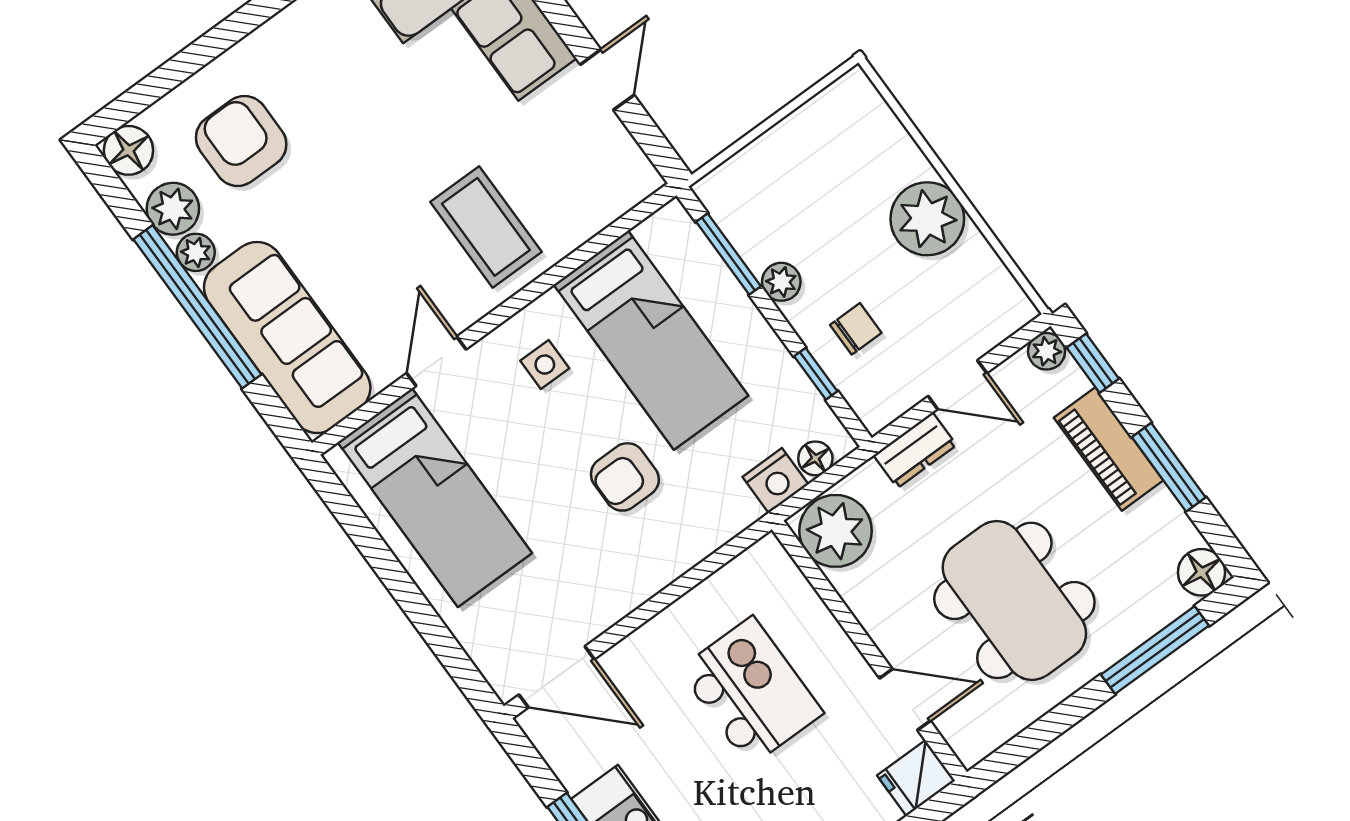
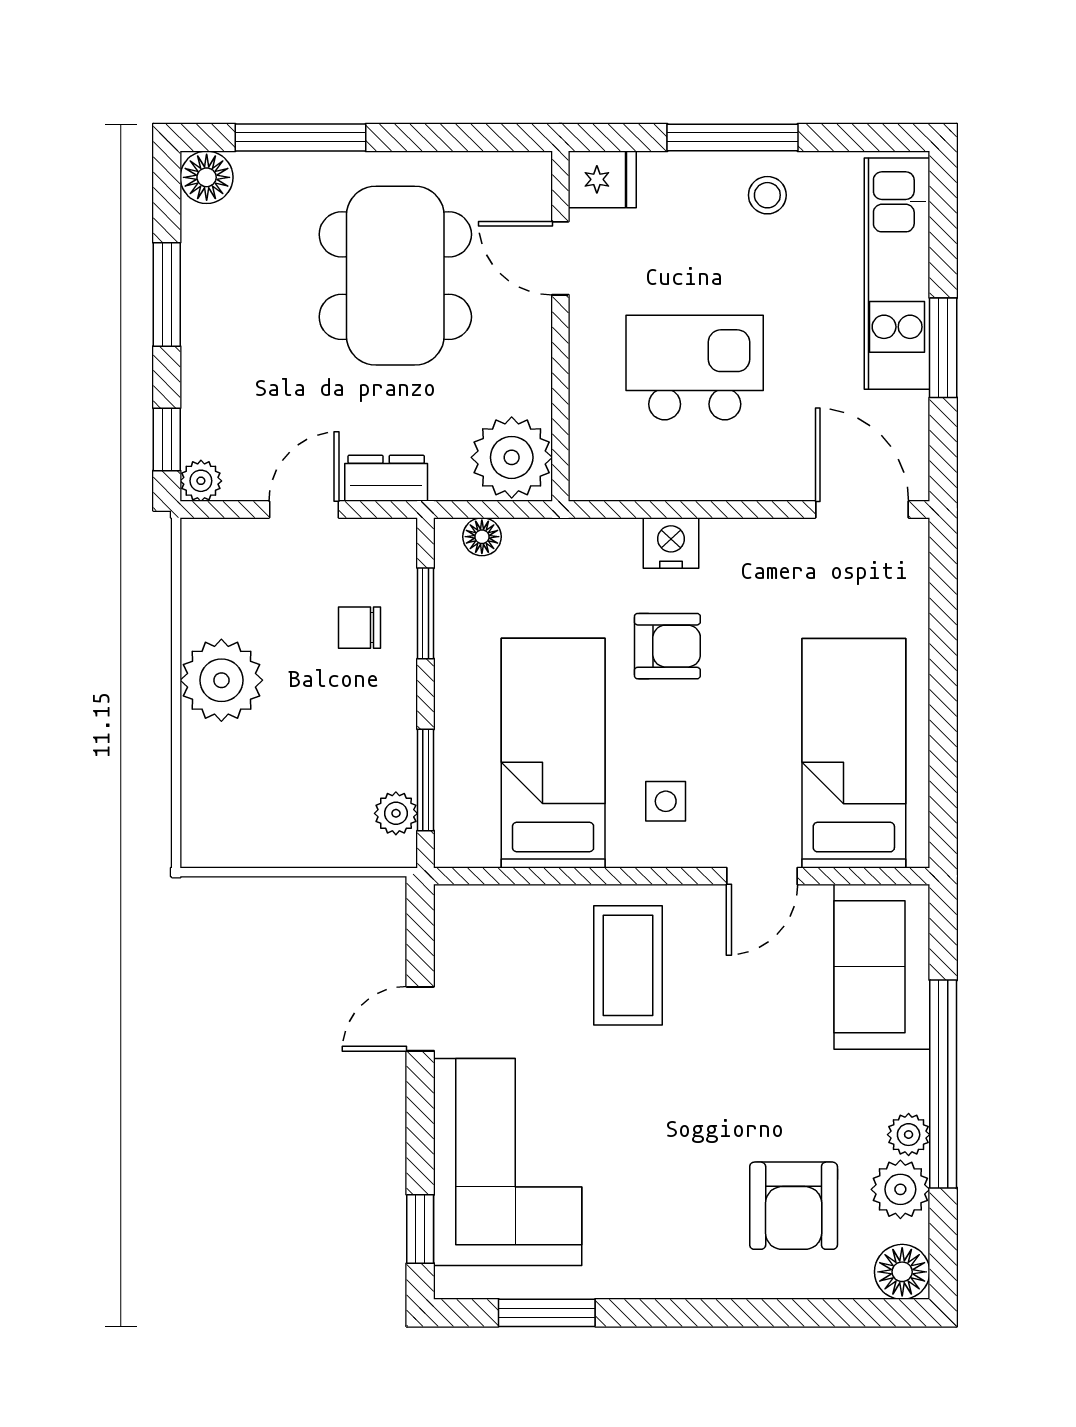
plant: (781, 282) -> (396, 813), moved
sofa: (287, 337) -> (882, 967), width x0.73
window: (816, 374) -> (426, 613), width x1.50
door: (957, 385) -> (304, 509), hinge flipped
piano: (1109, 449) -> (209, 351), removed
nightstand: (775, 481) -> (671, 543), moved
kitchen island: (751, 691) -> (695, 368), turned 90

